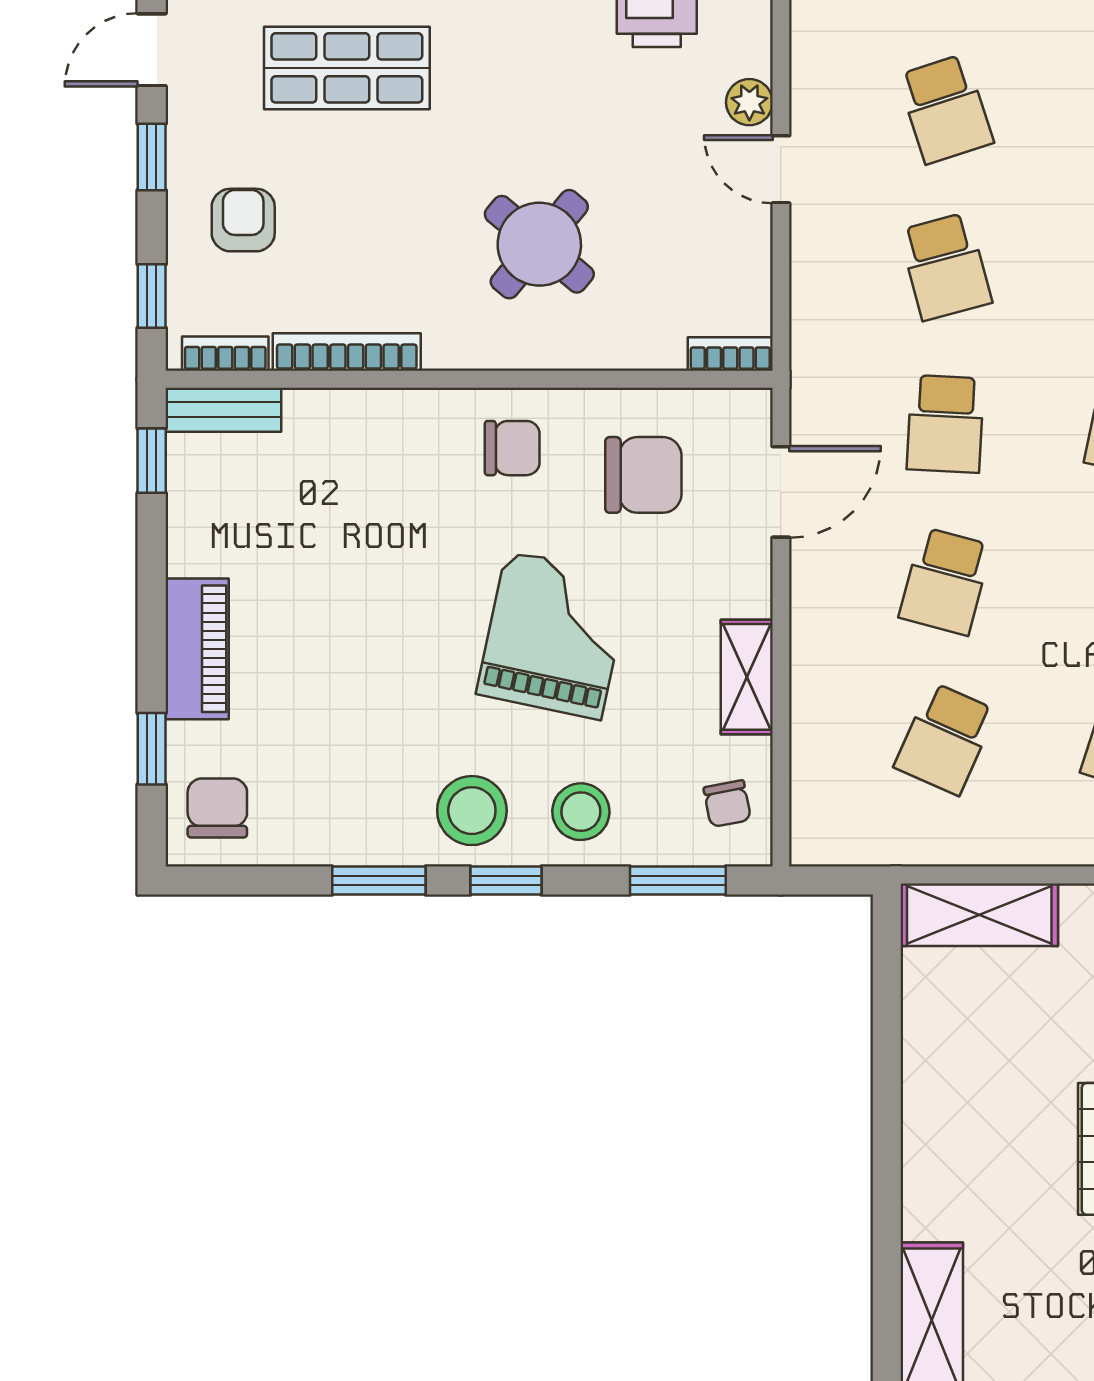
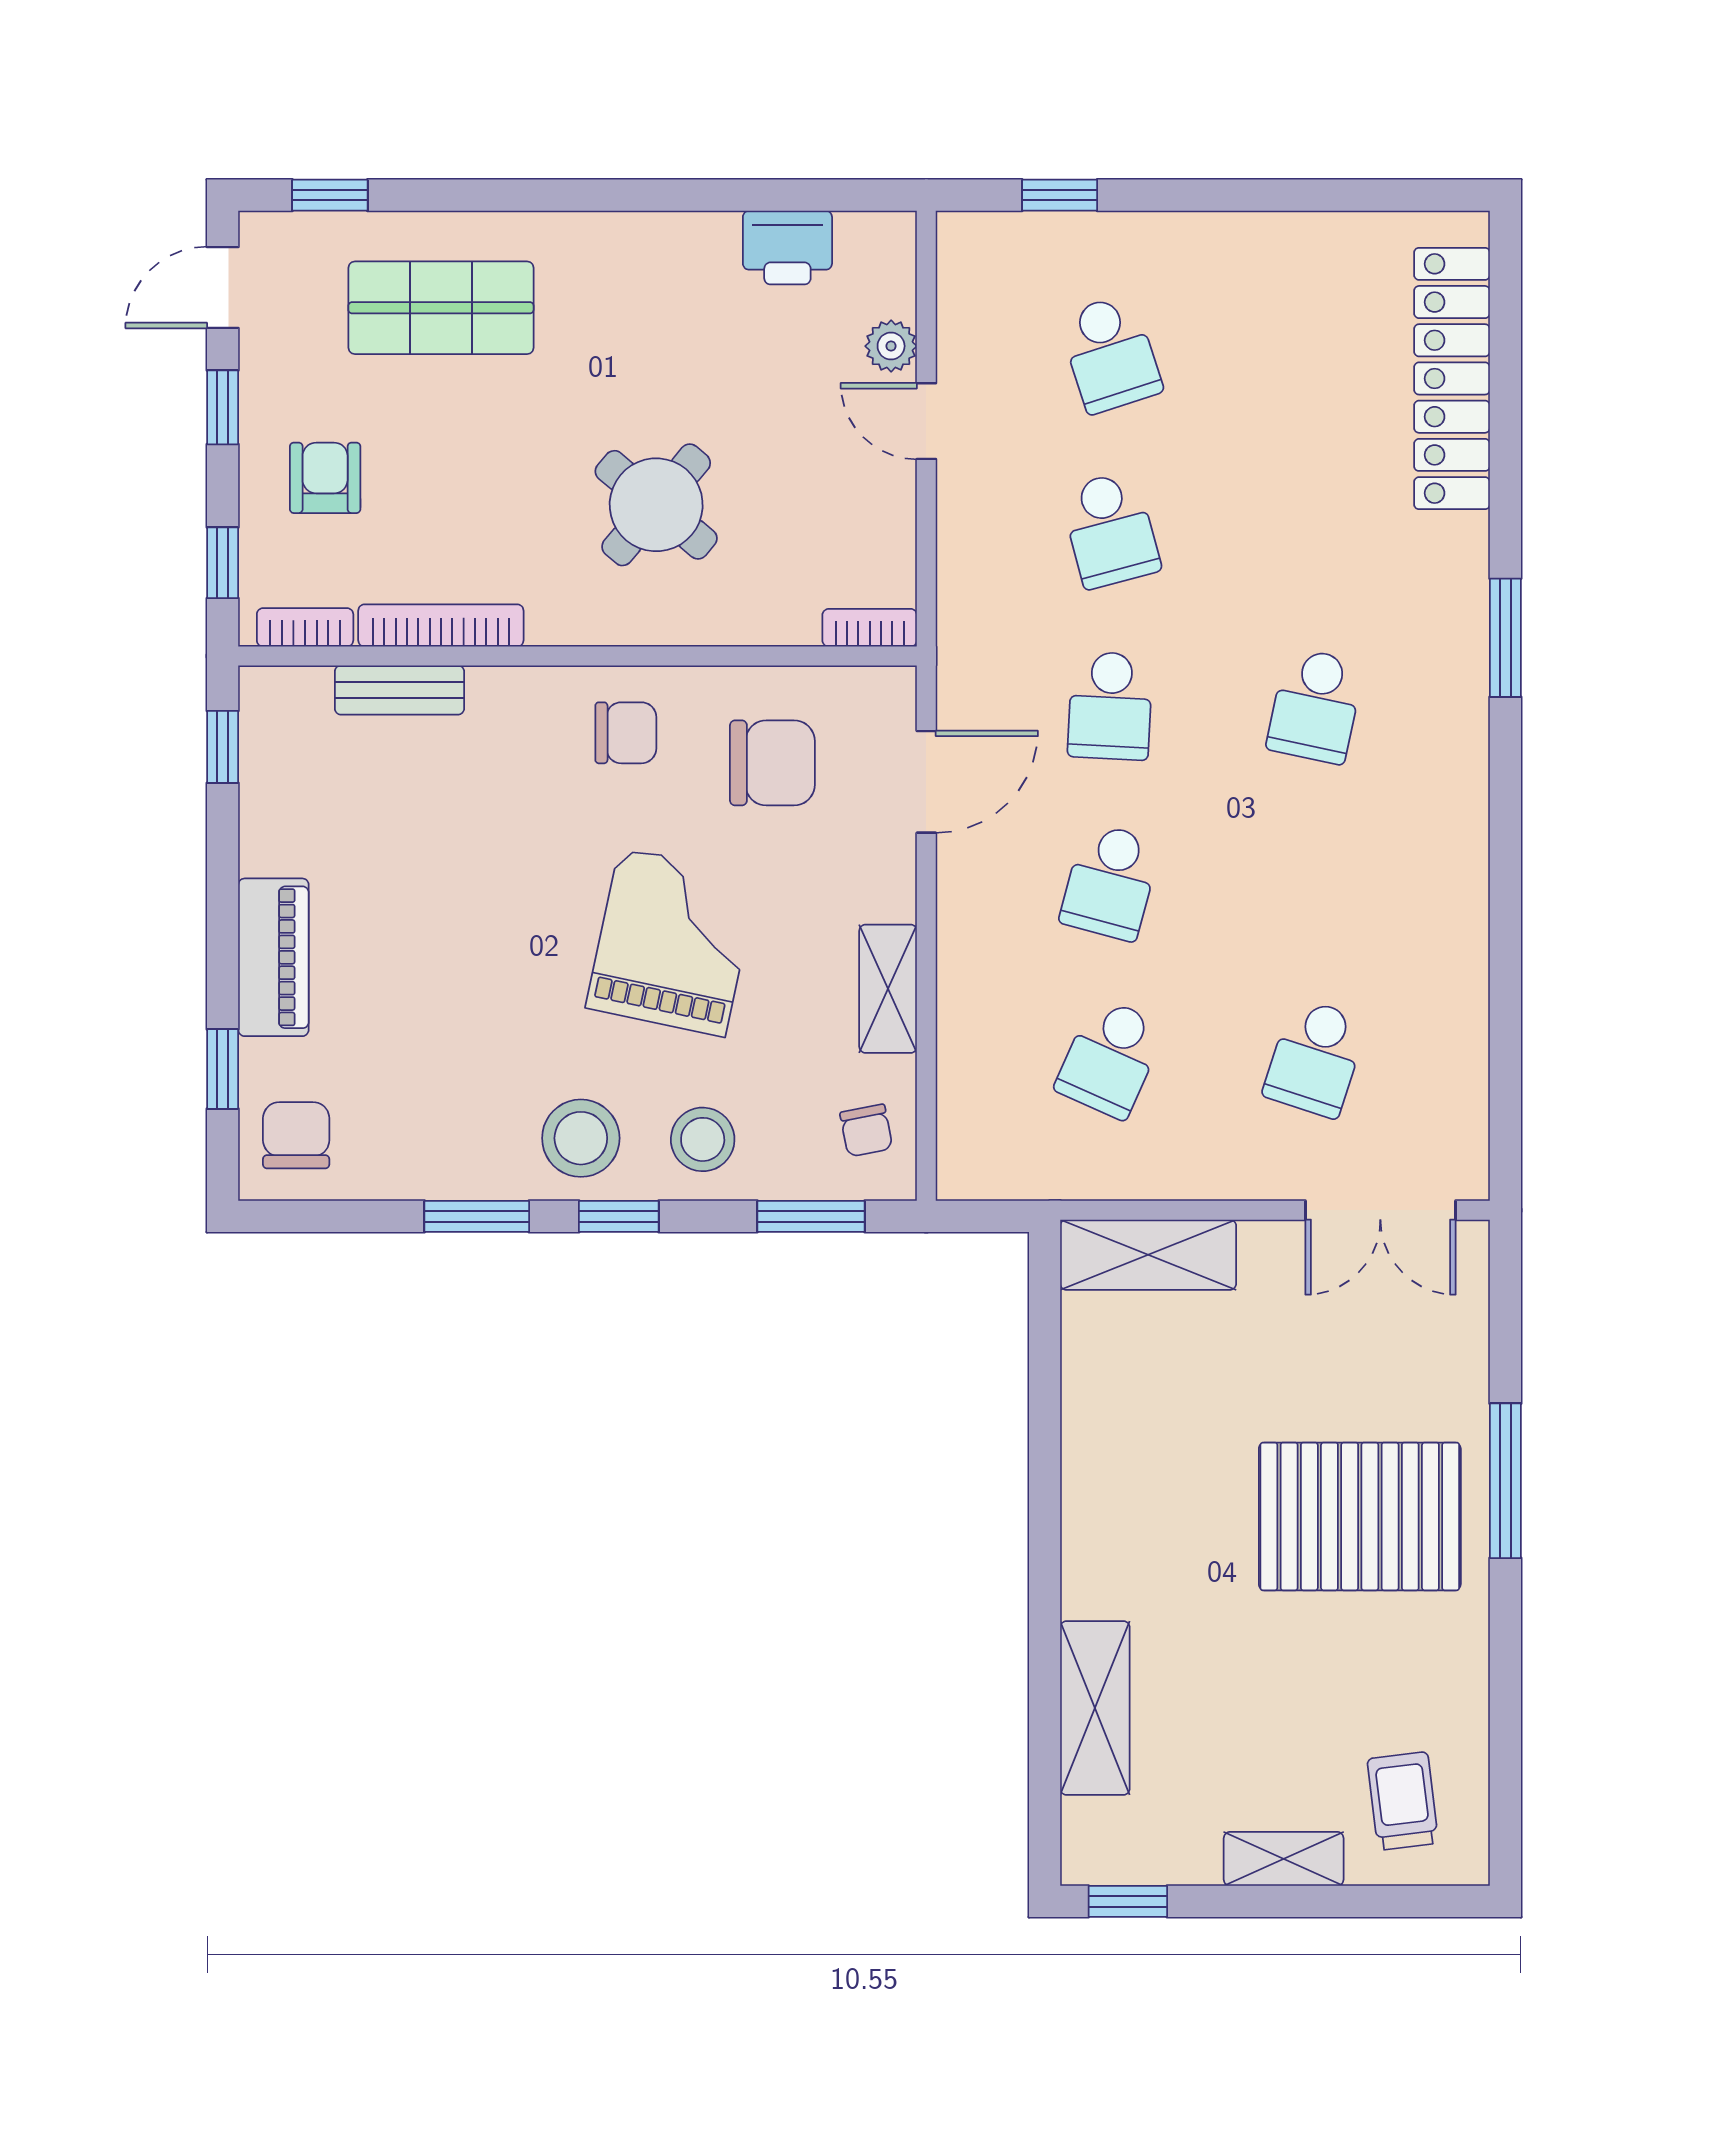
bench: (223, 410) -> (399, 690), moved

